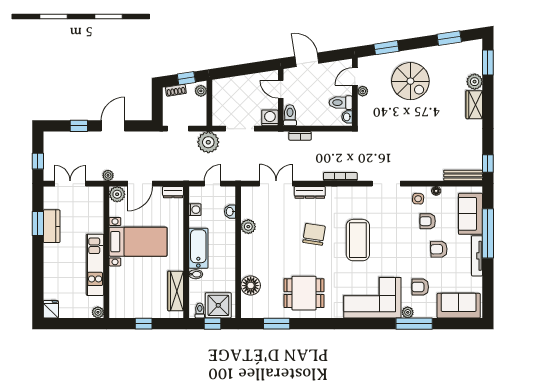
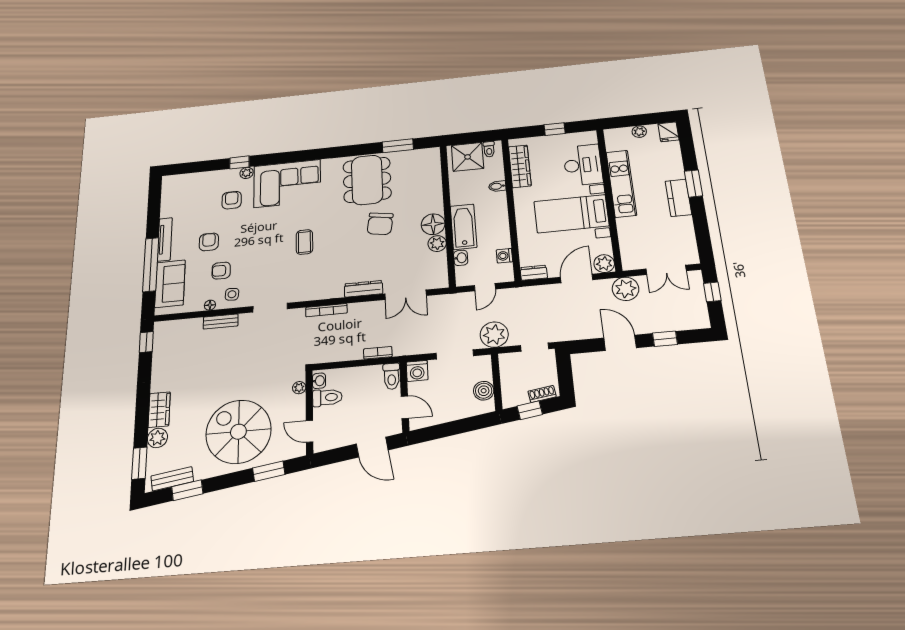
bench: (461, 48) -> (172, 479), added
door: (355, 76) -> (309, 431), swing flipped
spiral stairs: (410, 81) -> (238, 432), width x1.37, depth x1.37
plant: (201, 91) -> (509, 396), removed
plant: (363, 91) -> (299, 388), moved
boiler: (220, 97) -> (484, 391), added
door: (113, 126) -> (620, 343), swing flipped
plant: (108, 175) -> (626, 289), width x1.88, depth x1.88
bench: (463, 175) -> (221, 321), moved, width x0.73
armchair: (428, 221) -> (221, 271), turned 180
window: (38, 223) -> (694, 183), moved
kitchen counter: (52, 226) -> (678, 198), moved
chair: (314, 234) -> (380, 224), moved
coffee table: (358, 240) -> (304, 242), width x0.54, depth x0.58
bathtub: (198, 248) -> (464, 227), moved, turned 180
armchair: (439, 249) -> (209, 242), turned -88
desk: (124, 286) -> (583, 165), added
floor lamp: (251, 286) -> (433, 224), moved
armchair: (420, 287) -> (232, 200), turned -90
dining table: (304, 293) -> (367, 180), width x1.38
sofa: (459, 306) -> (188, 186), removed
plant: (98, 312) -> (639, 132), moved
window: (212, 324) -> (473, 138), removed
window: (414, 324) -> (239, 162), width x0.46

